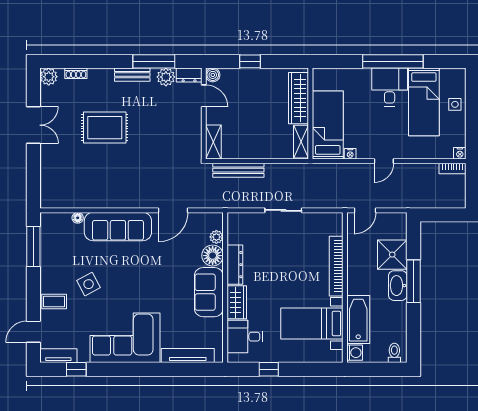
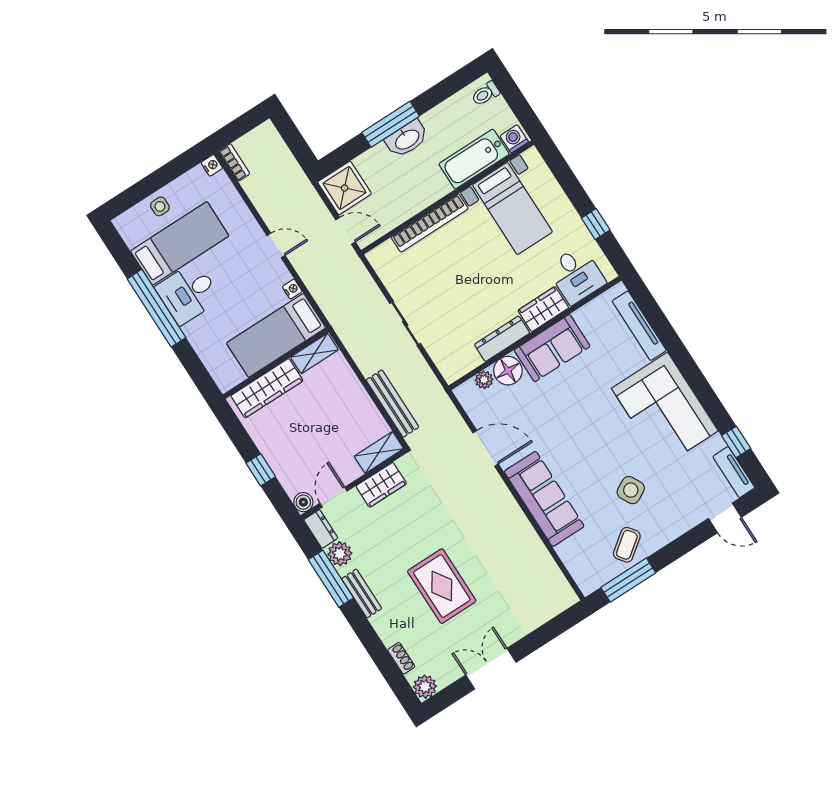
wardrobe: (192, 130) -> (381, 485), added
floor lamp: (78, 218) -> (564, 551), removed
shower: (392, 255) -> (345, 188), moved
coffee table: (54, 302) -> (627, 545), moved, turned 53

